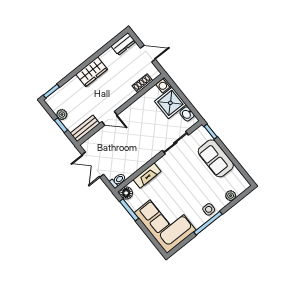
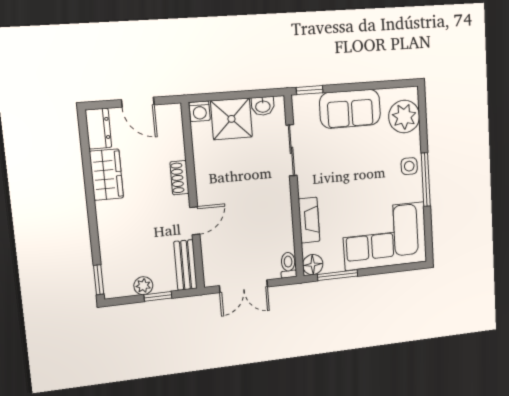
door: (148, 54) -> (138, 102), swing flipped
wardrobe: (92, 72) -> (106, 175), moved
shoe rack: (142, 83) -> (180, 178), moved
plant: (231, 196) -> (404, 117), width x1.88, depth x1.88

